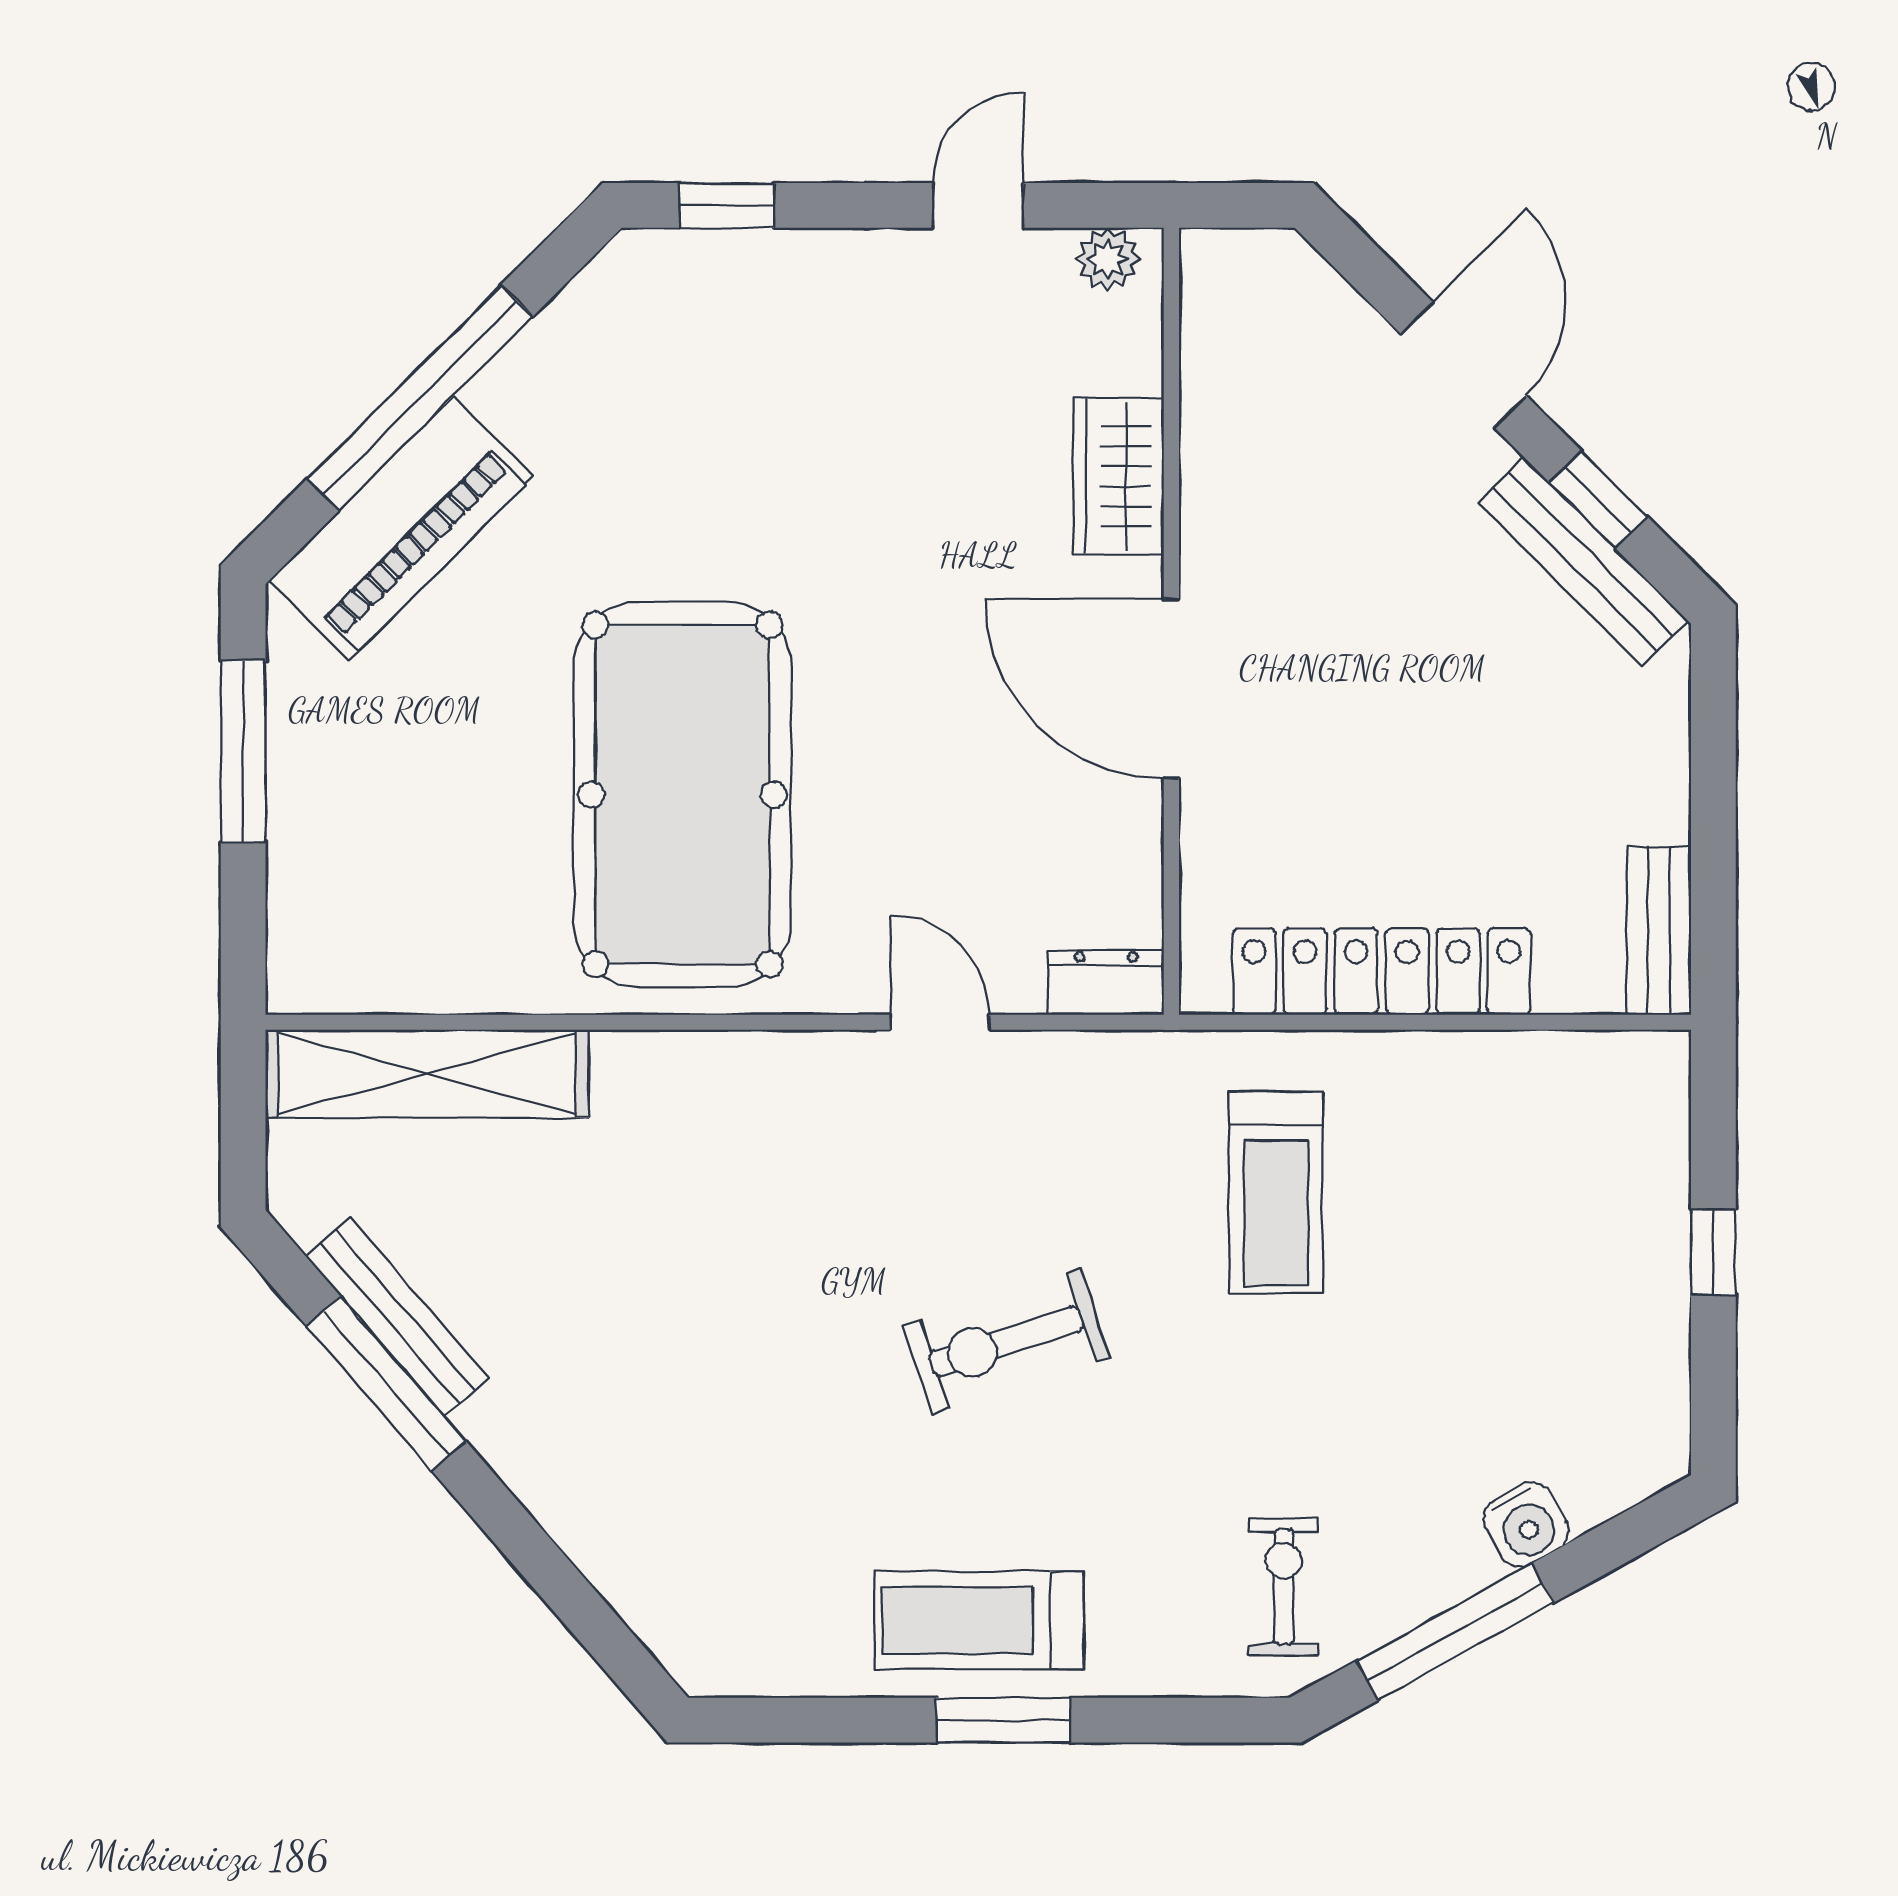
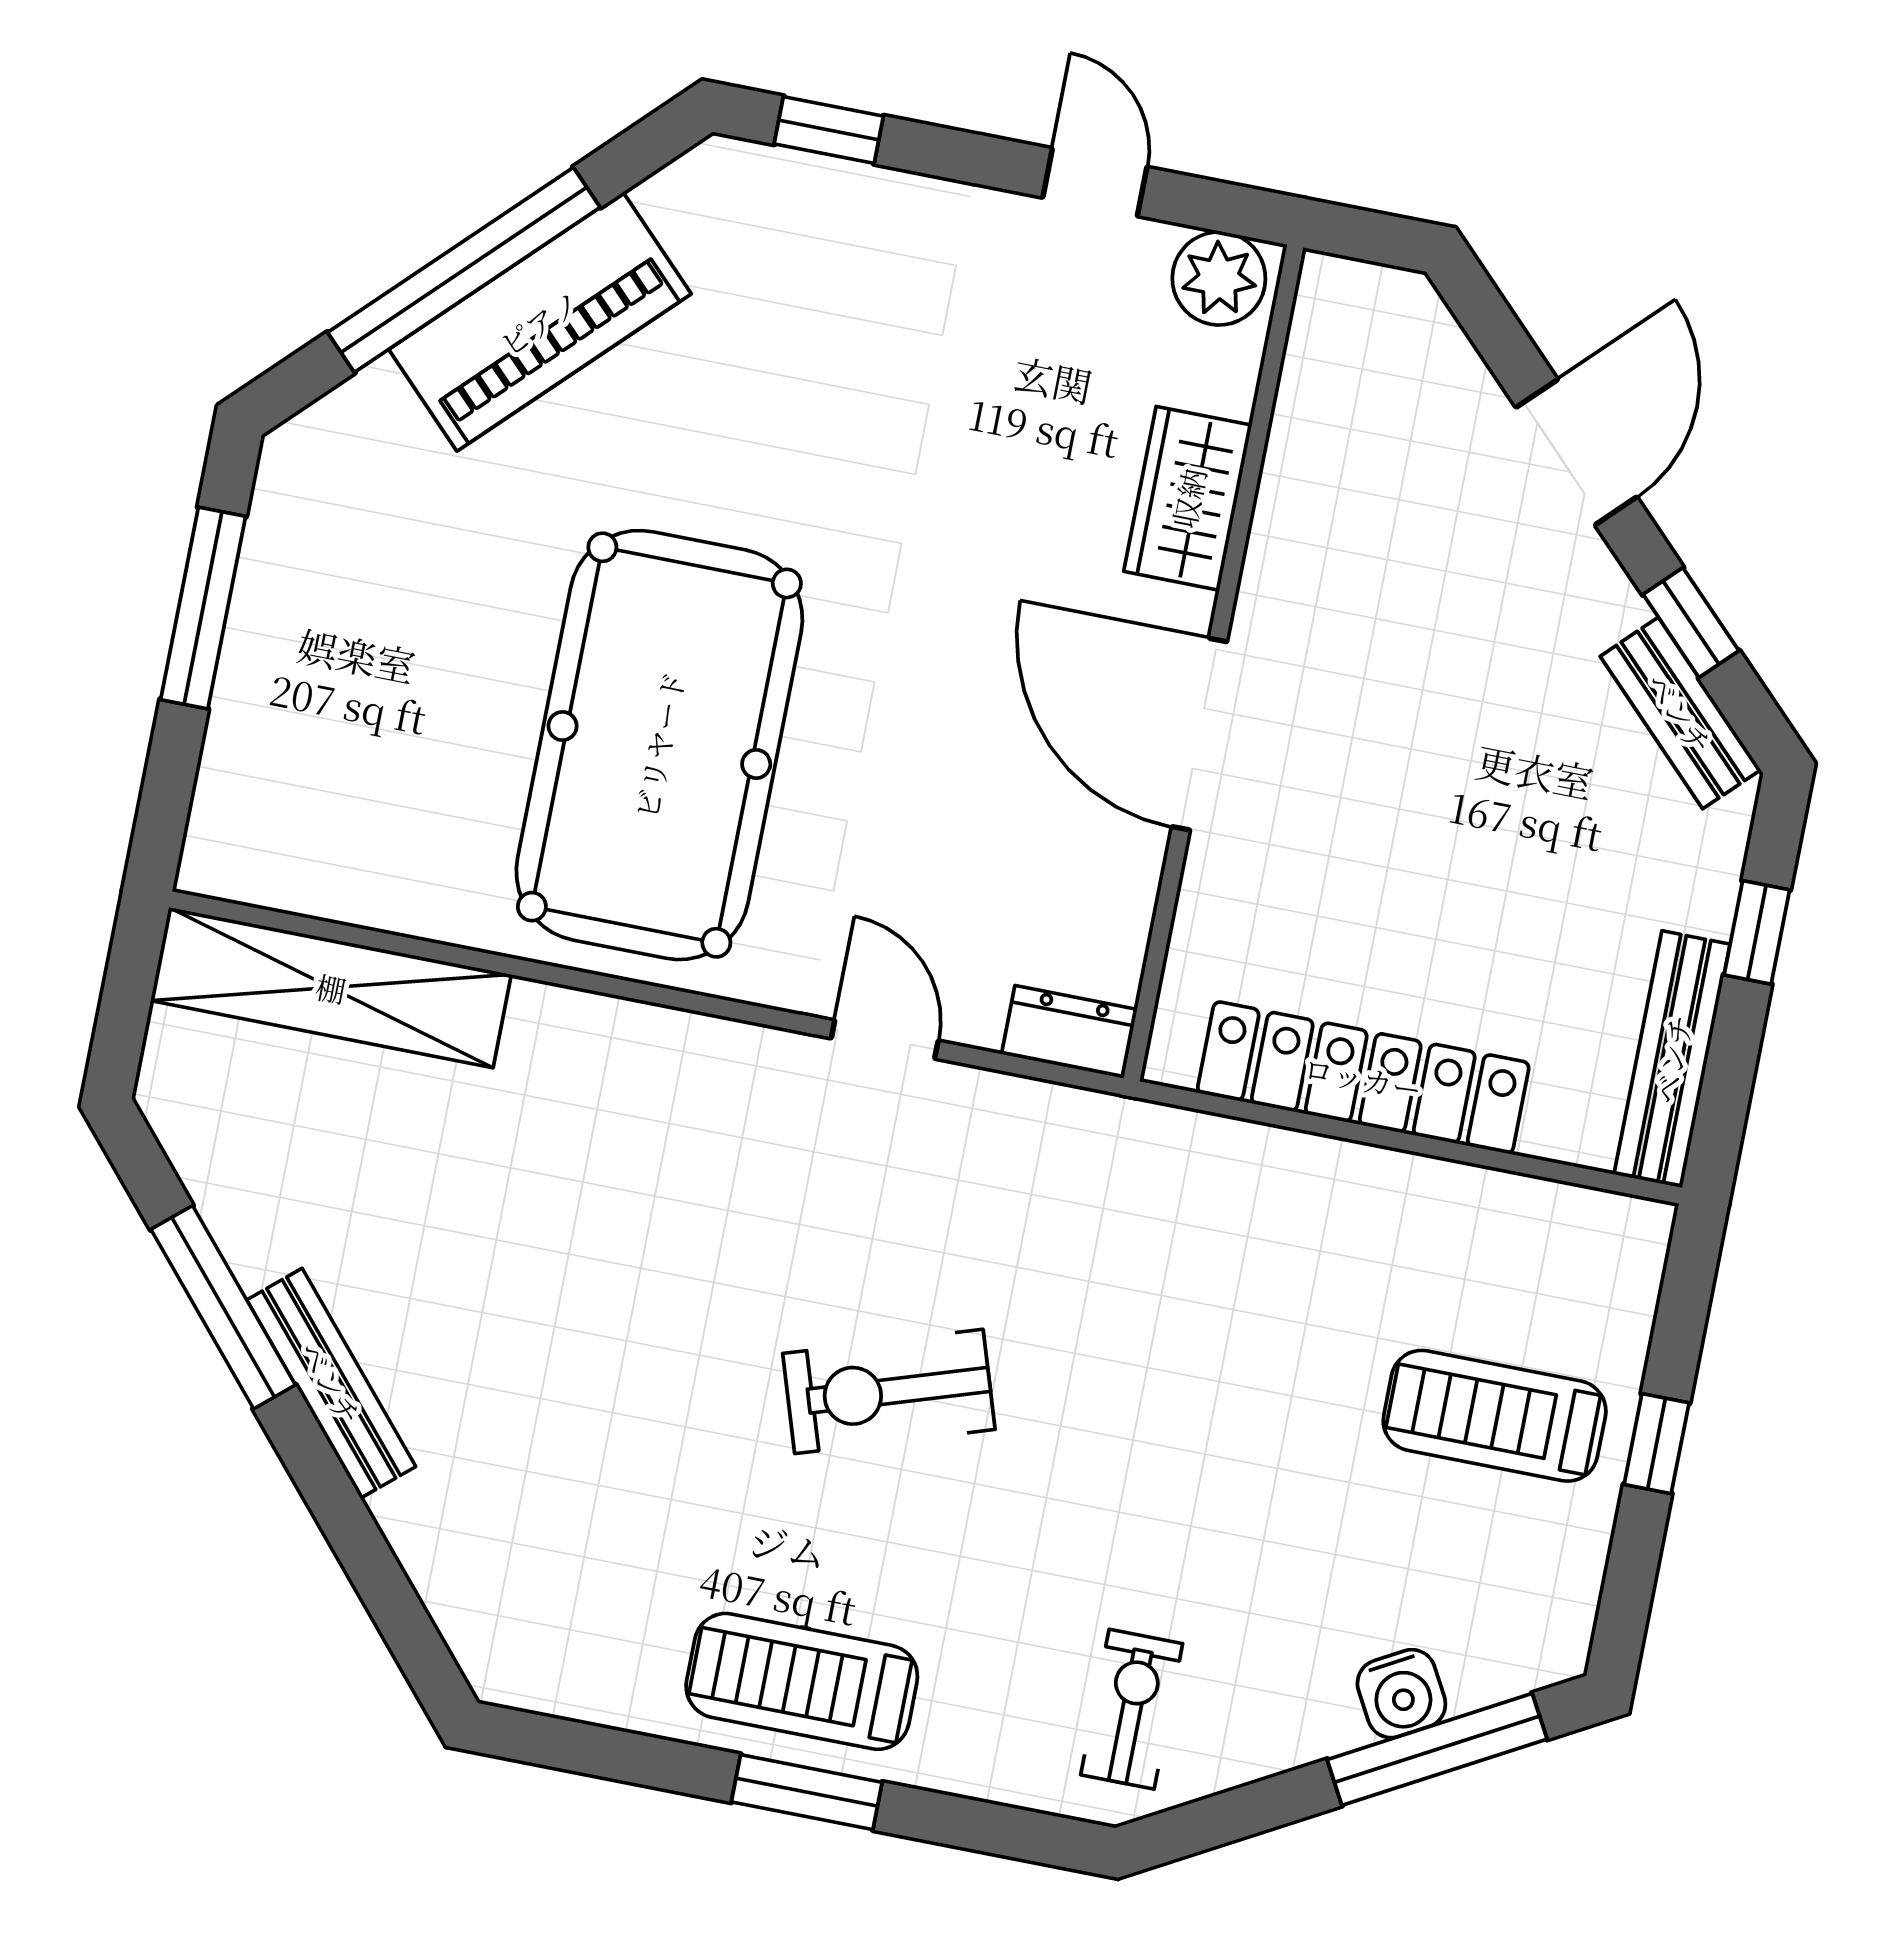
door: (978, 205) -> (1095, 182), hinge flipped
plant: (1108, 259) -> (1219, 279), width x1.38, depth x1.38
piano: (401, 528) -> (540, 322), moved
bench: (1583, 562) -> (1680, 713), width x0.73
window: (1713, 769) -> (1757, 932), added
bench: (1659, 930) -> (1672, 1059), width x1.36
treadmill: (1276, 1193) -> (1495, 1416), moved, turned 90
bench: (397, 1317) -> (331, 1383), moved
window: (1455, 1632) -> (1437, 1749), moved

